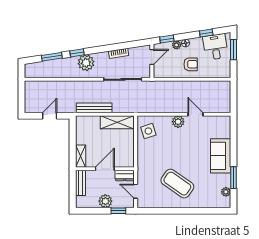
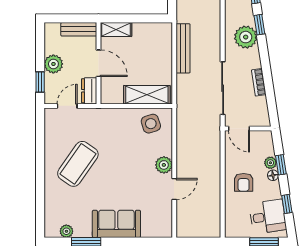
window: (167, 39) -> (281, 165), moved
door: (152, 57) -> (239, 128), moved
shelving: (117, 122) -> (147, 95), moved, turned 90

